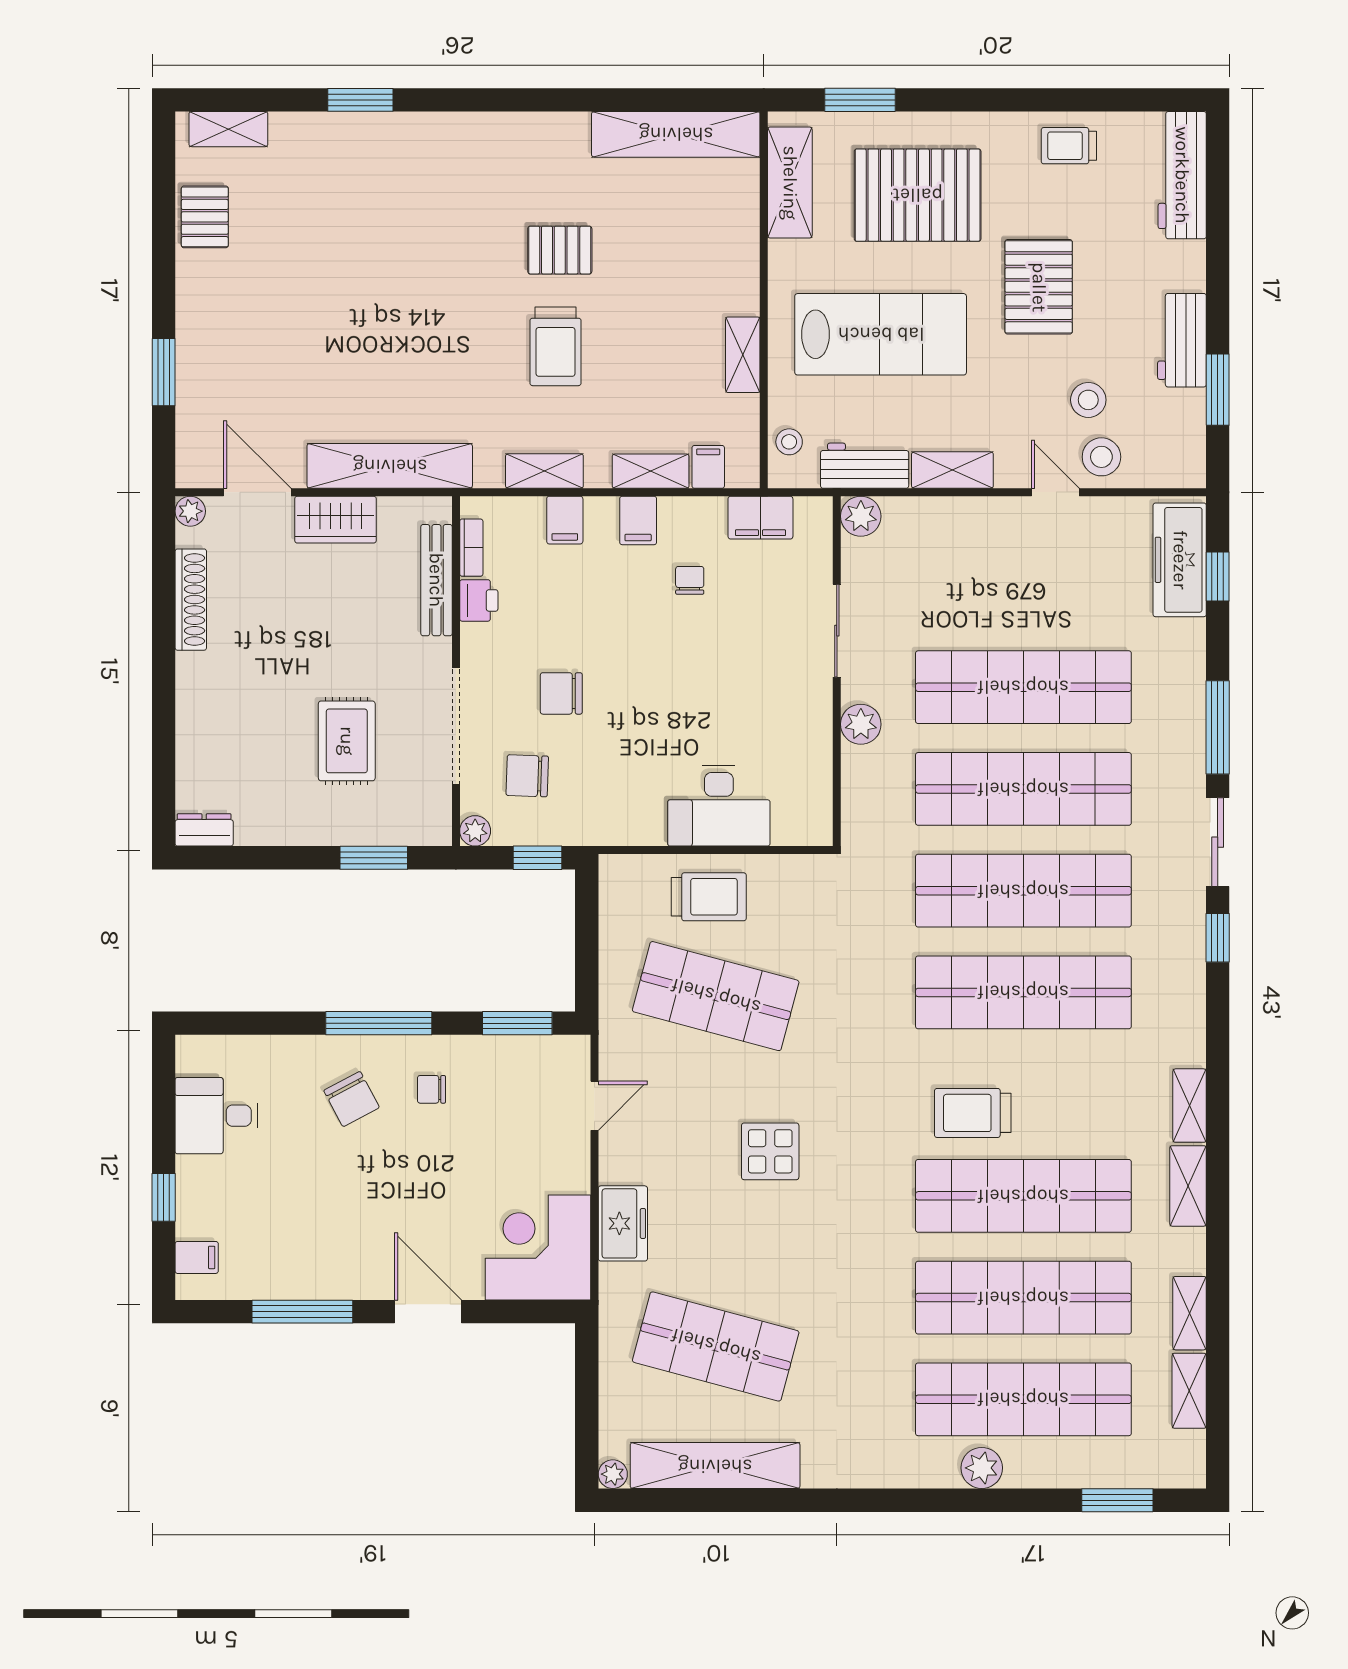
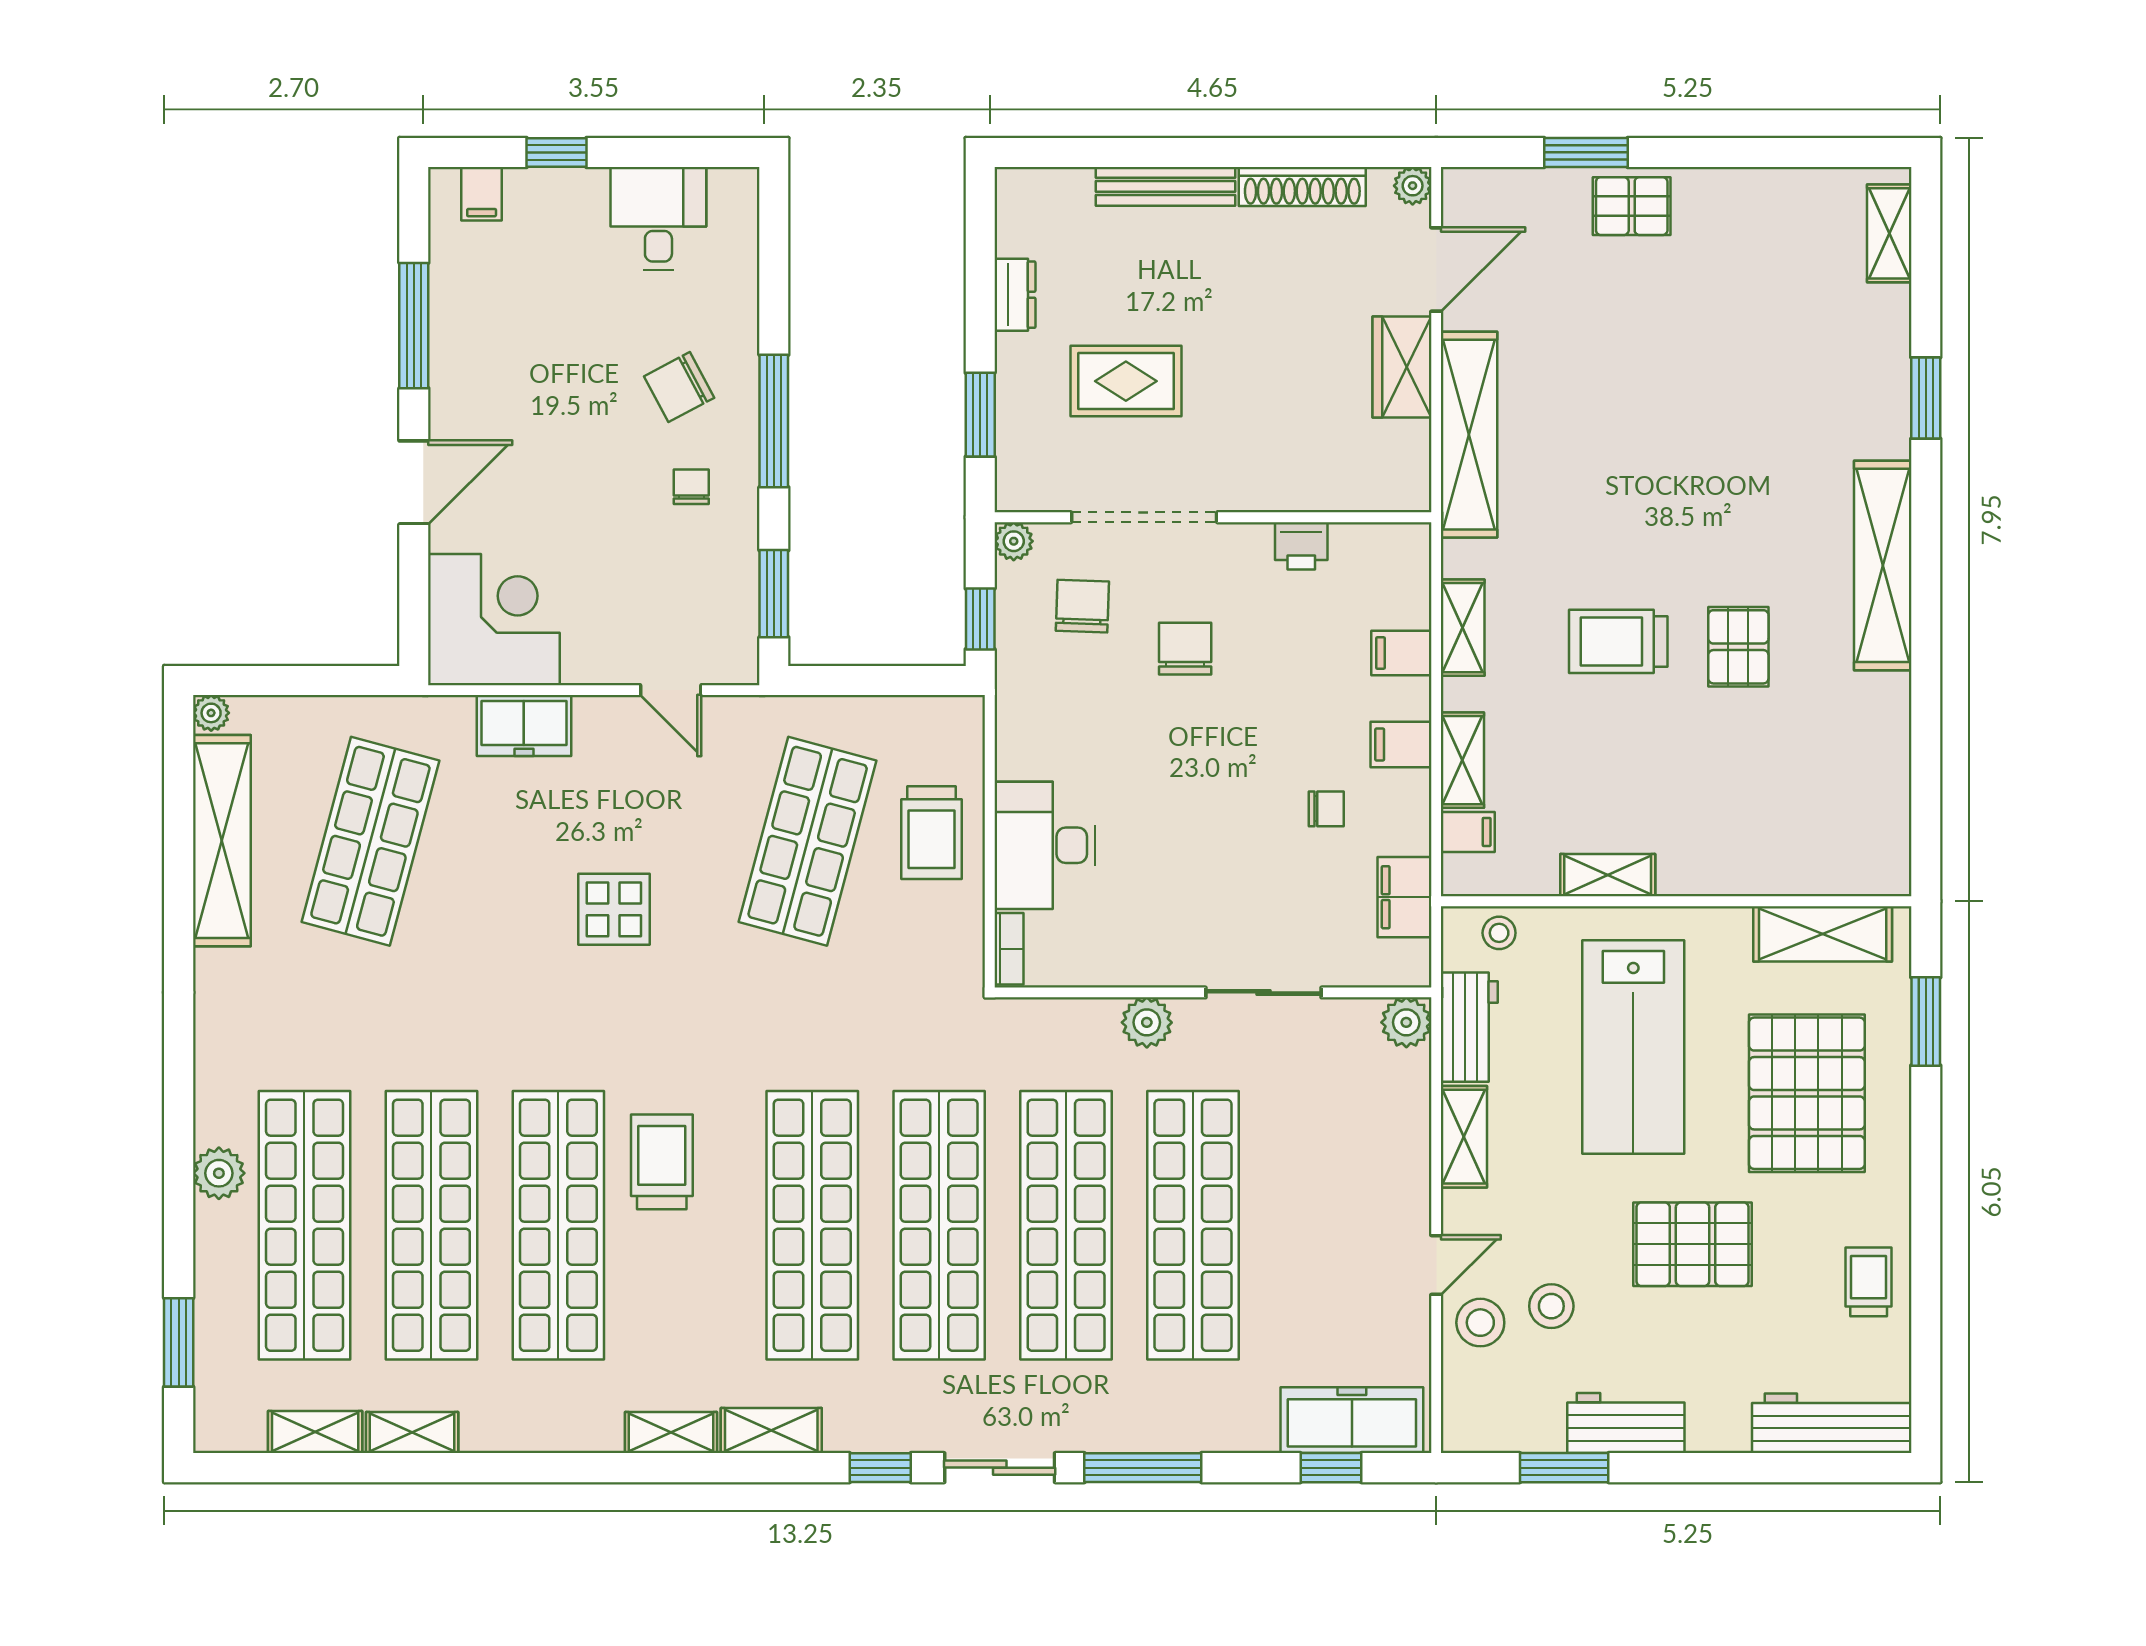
shelving: (676, 134) -> (1883, 565), moved
pallet: (205, 217) -> (1632, 206), moved
bookcase: (471, 548) -> (1009, 949), moved, turned -90
bench: (436, 580) -> (1166, 186), moved
dresser: (204, 830) -> (1015, 295), moved
shelving: (1188, 1186) -> (771, 1431), moved

